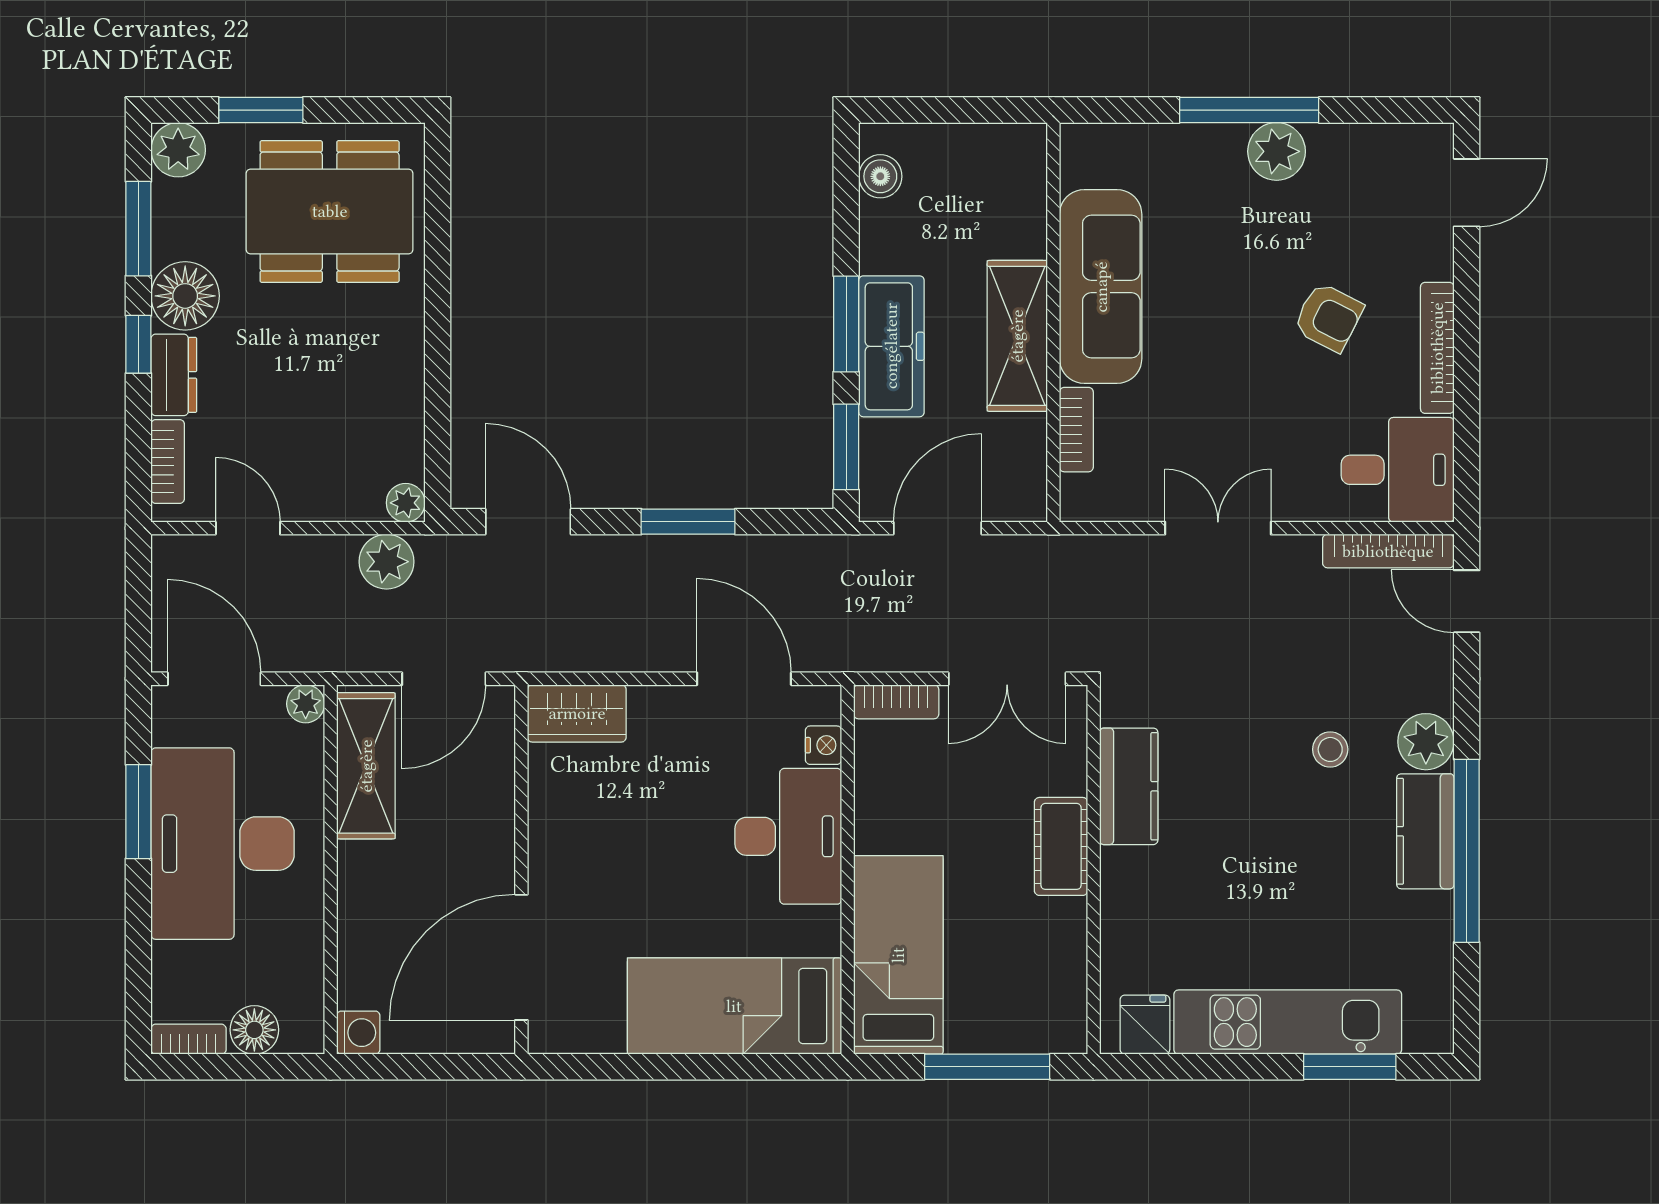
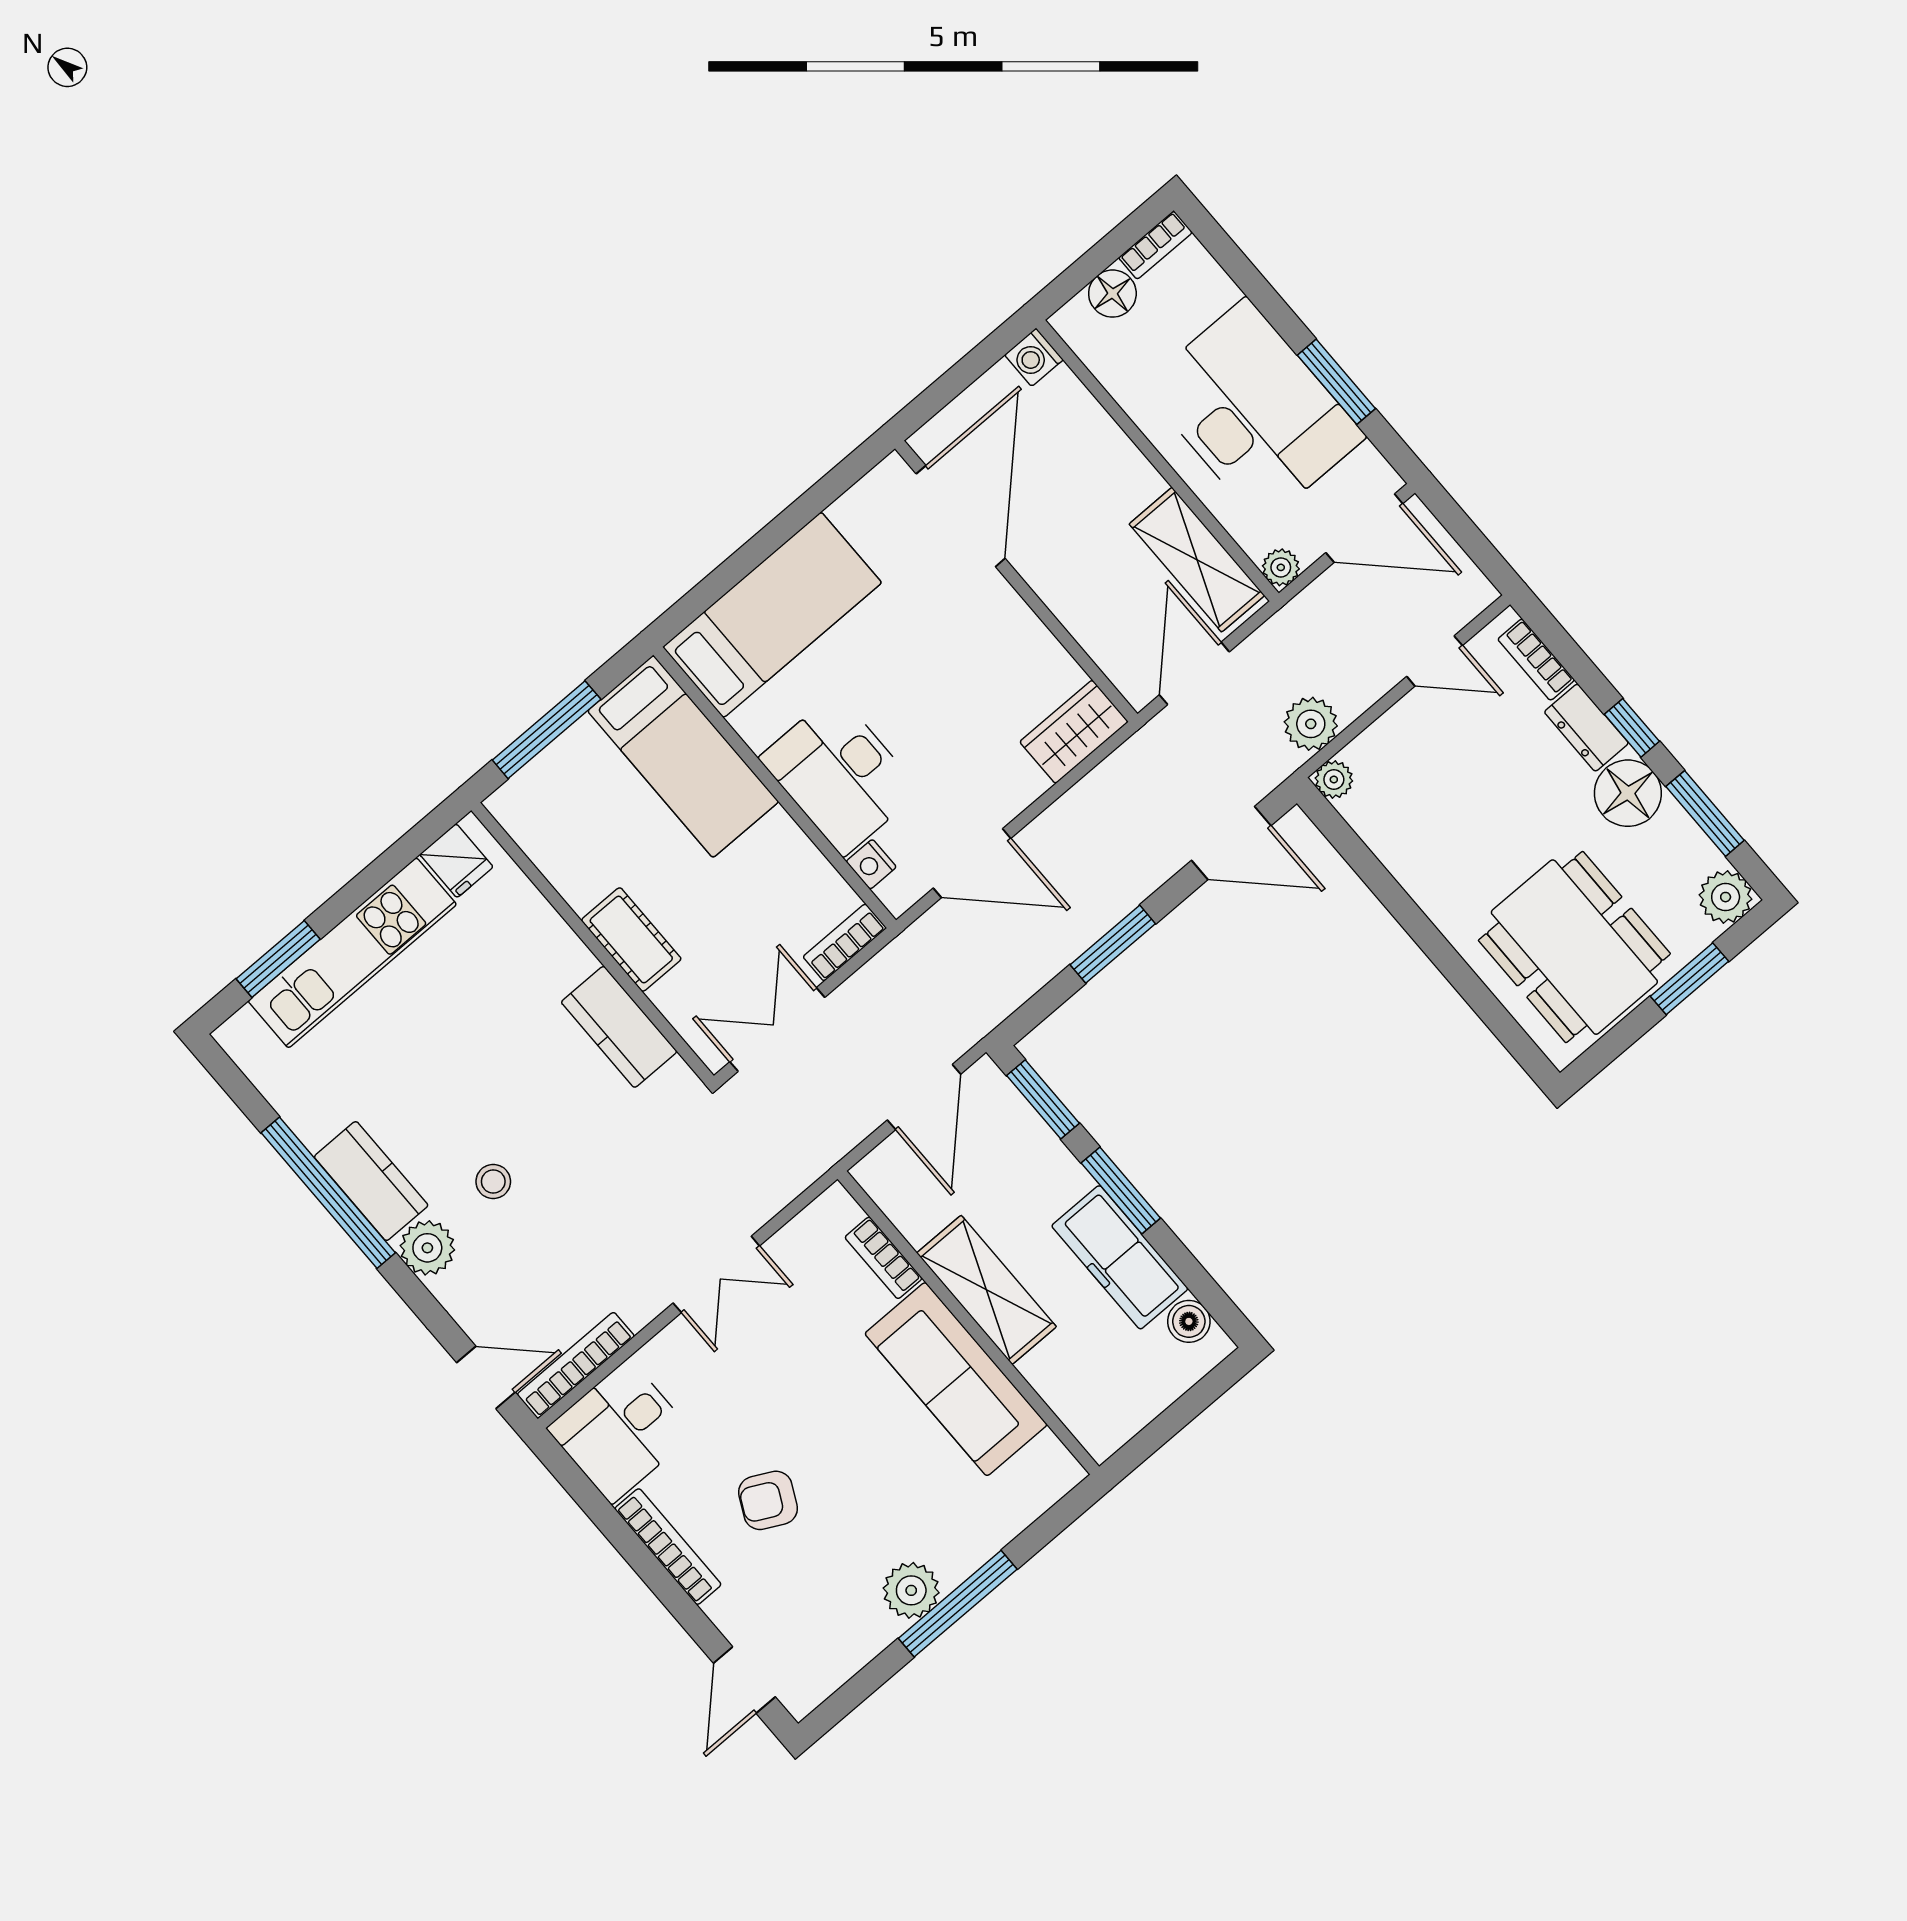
dining table: (330, 211) -> (1574, 947), turned 90
freezer: (891, 346) -> (1120, 1257), moved

